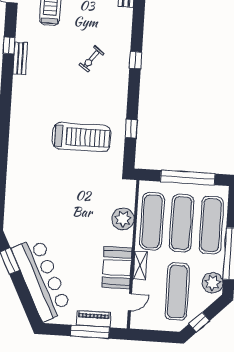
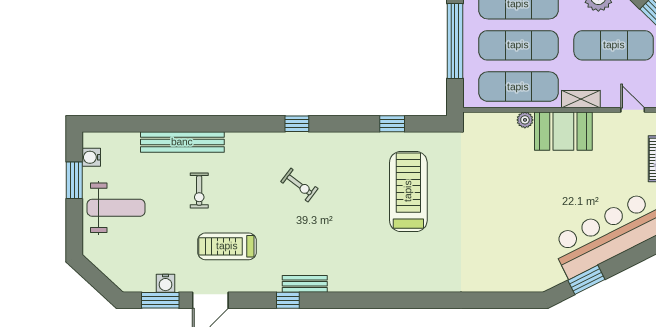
plant: (123, 219) -> (525, 120), width x0.53, depth x0.53
booth: (117, 268) -> (563, 131), moved

